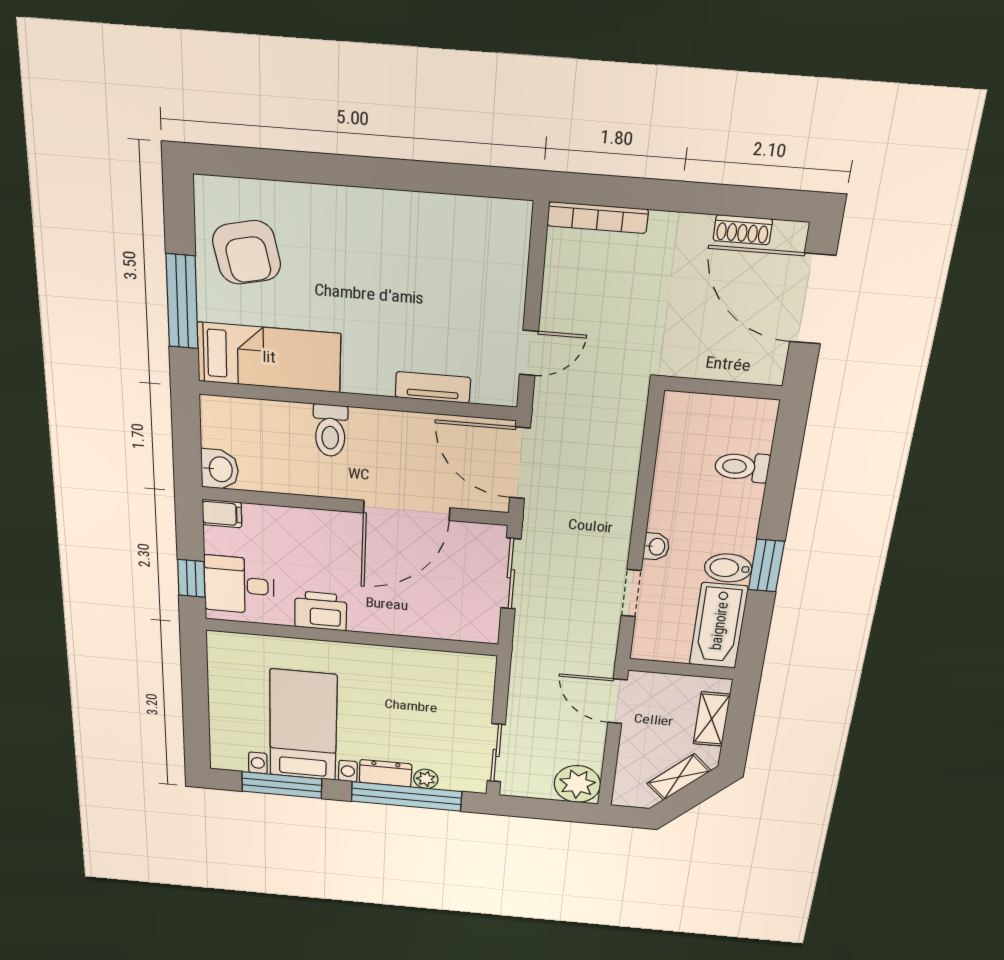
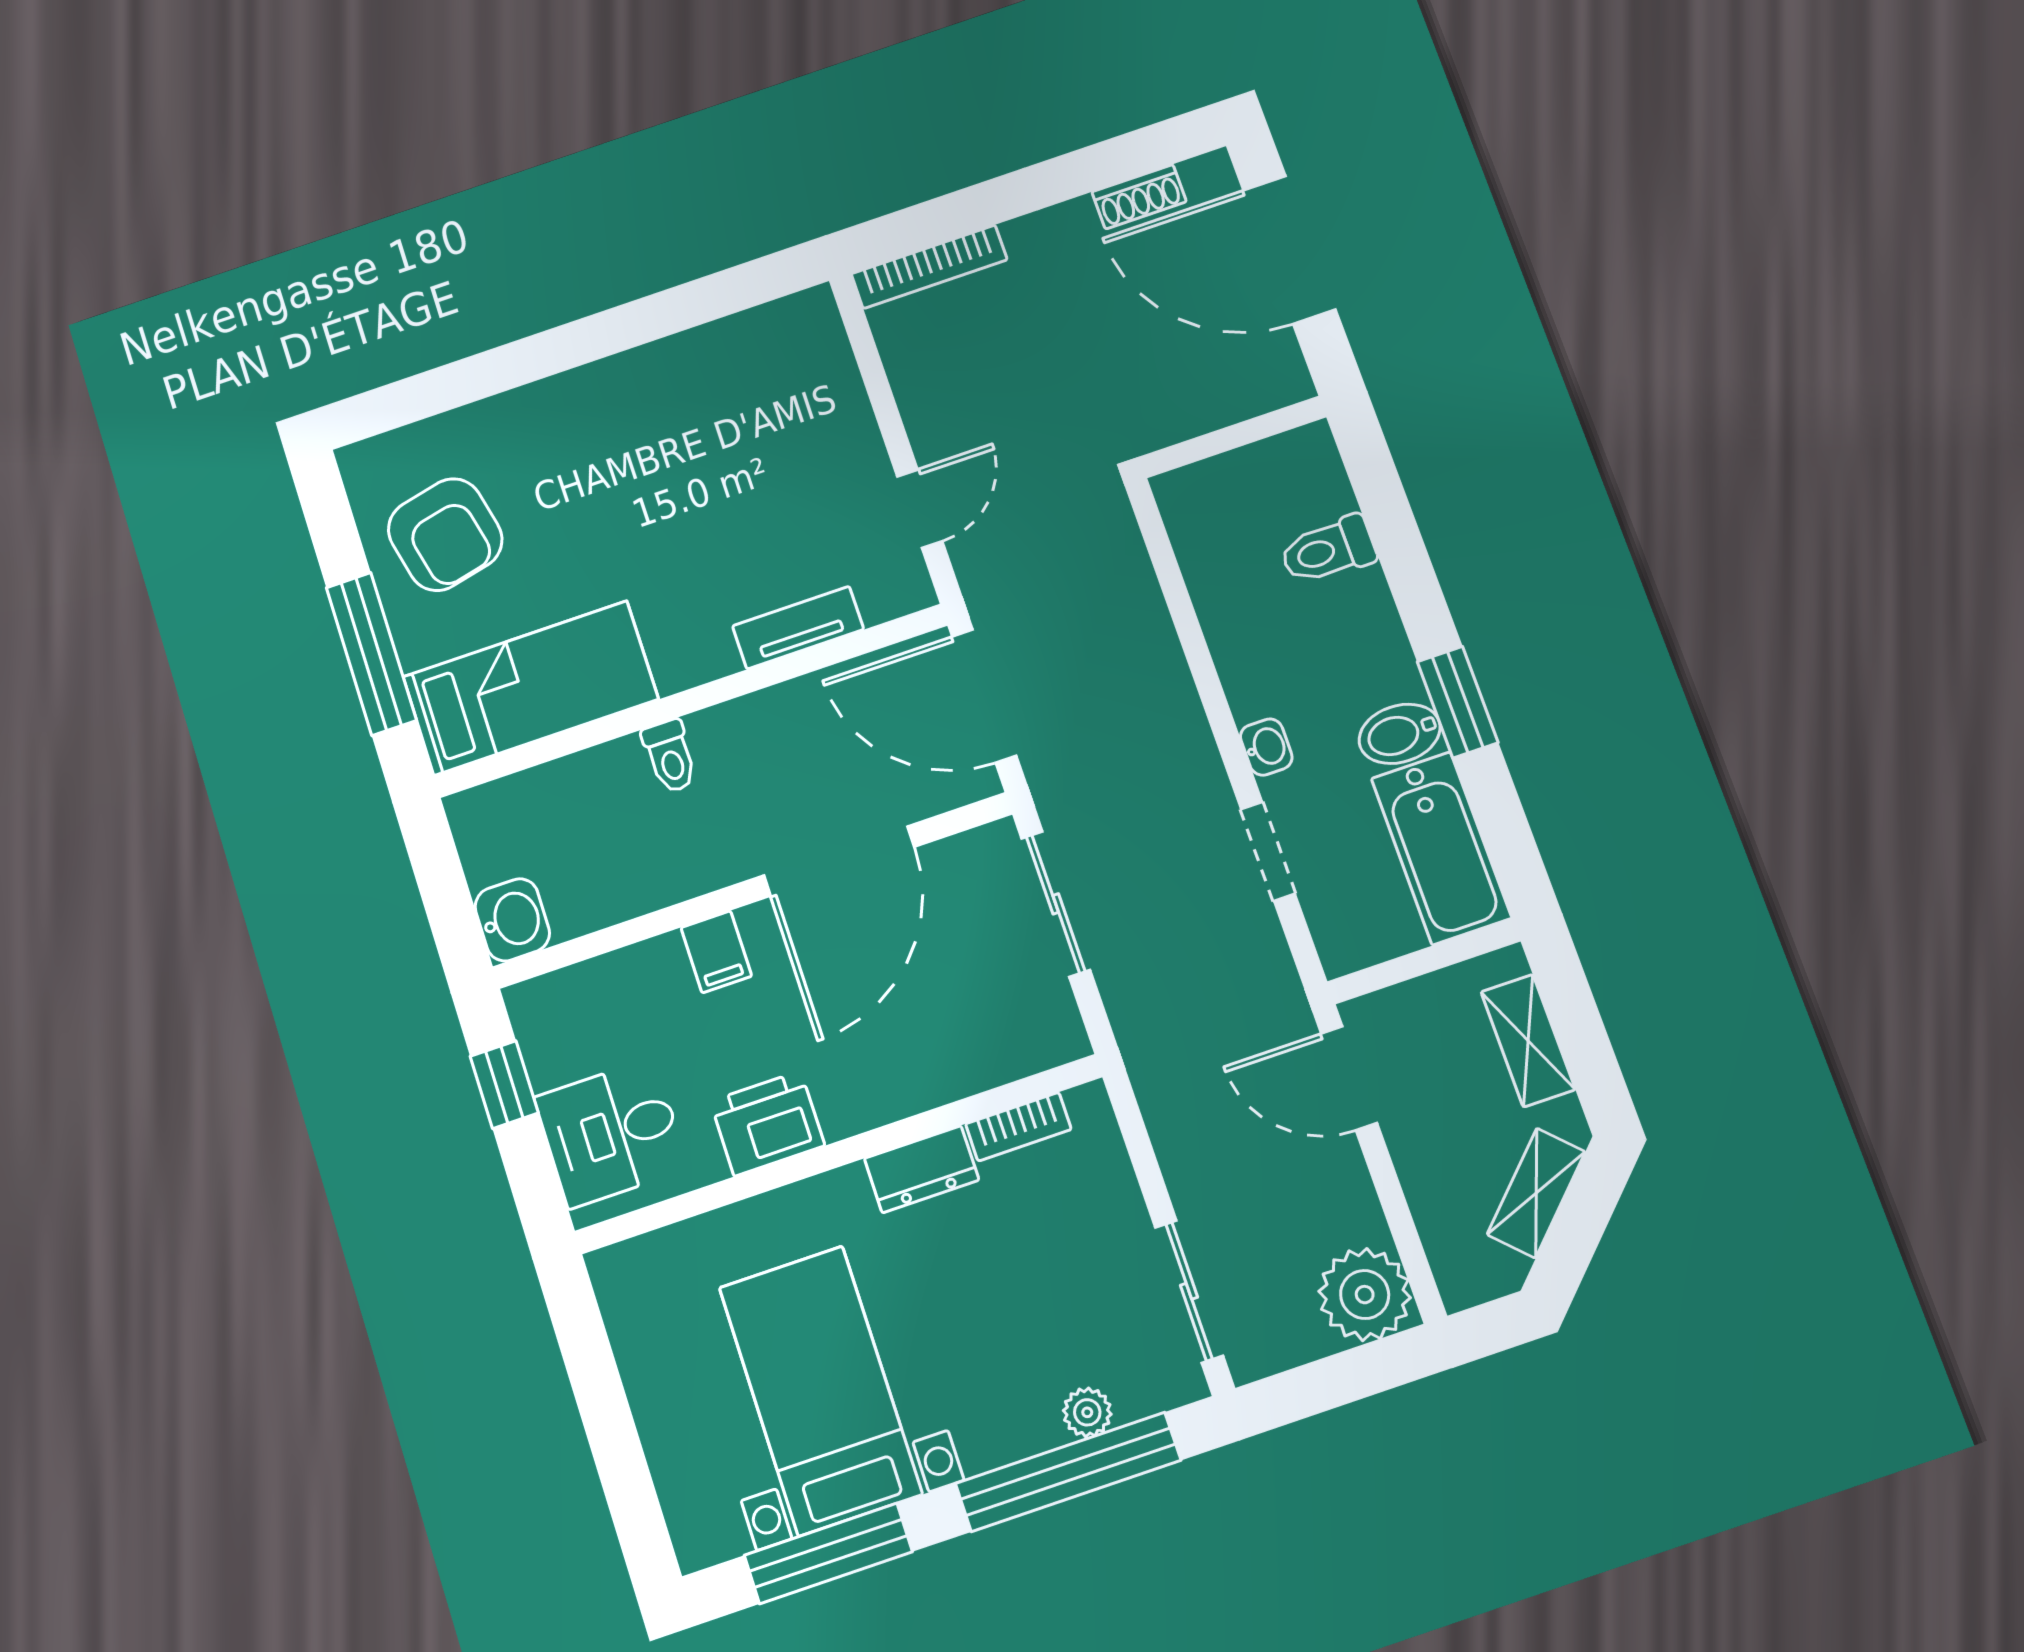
toilet: (330, 431) -> (670, 756), width x0.73, depth x0.72
filing cabinet: (222, 514) -> (716, 952), moved, turned 90
window: (191, 578) -> (504, 1085), moved
bookcase: (446, 660) -> (1018, 1127), added
dresser: (386, 773) -> (922, 1169), moved, turned 180

